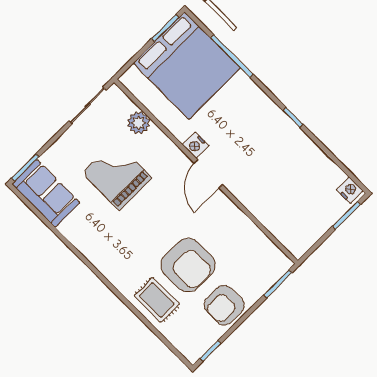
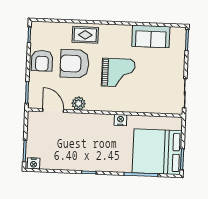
plant: (139, 123) -> (79, 103), moved
door: (208, 174) -> (53, 111), moved
grand piano: (117, 175) -> (118, 73), moved
sofa: (46, 193) -> (151, 36), moved
rug: (157, 300) -> (85, 35), moved
armchair: (224, 305) -> (42, 61), turned 180

